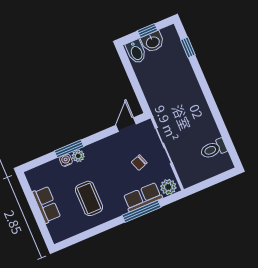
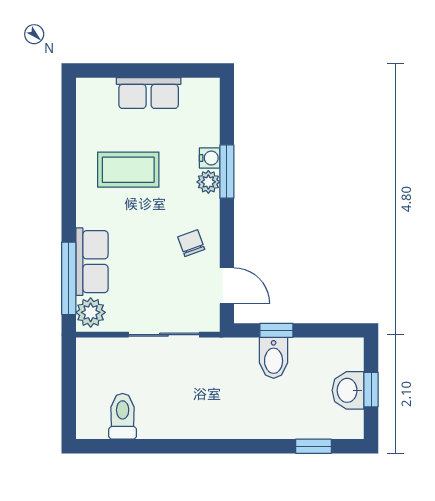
bidet: (136, 52) -> (274, 358), moved, turned -90
window: (138, 90) -> (276, 330), added
chair: (139, 163) -> (191, 243), moved
window: (142, 211) -> (69, 278), moved

